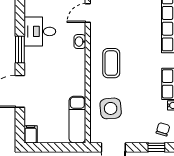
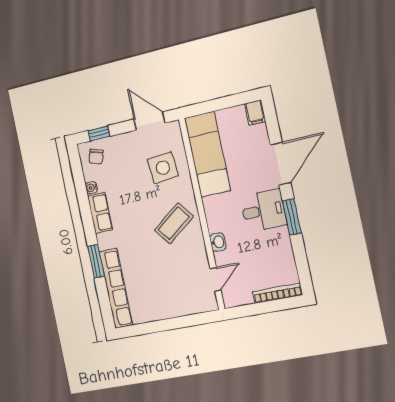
desk: (40, 31) -> (264, 211), moved
coffee table: (111, 63) -> (174, 223), turned 53
exam couch: (77, 120) -> (207, 154), width x1.36, depth x1.45

